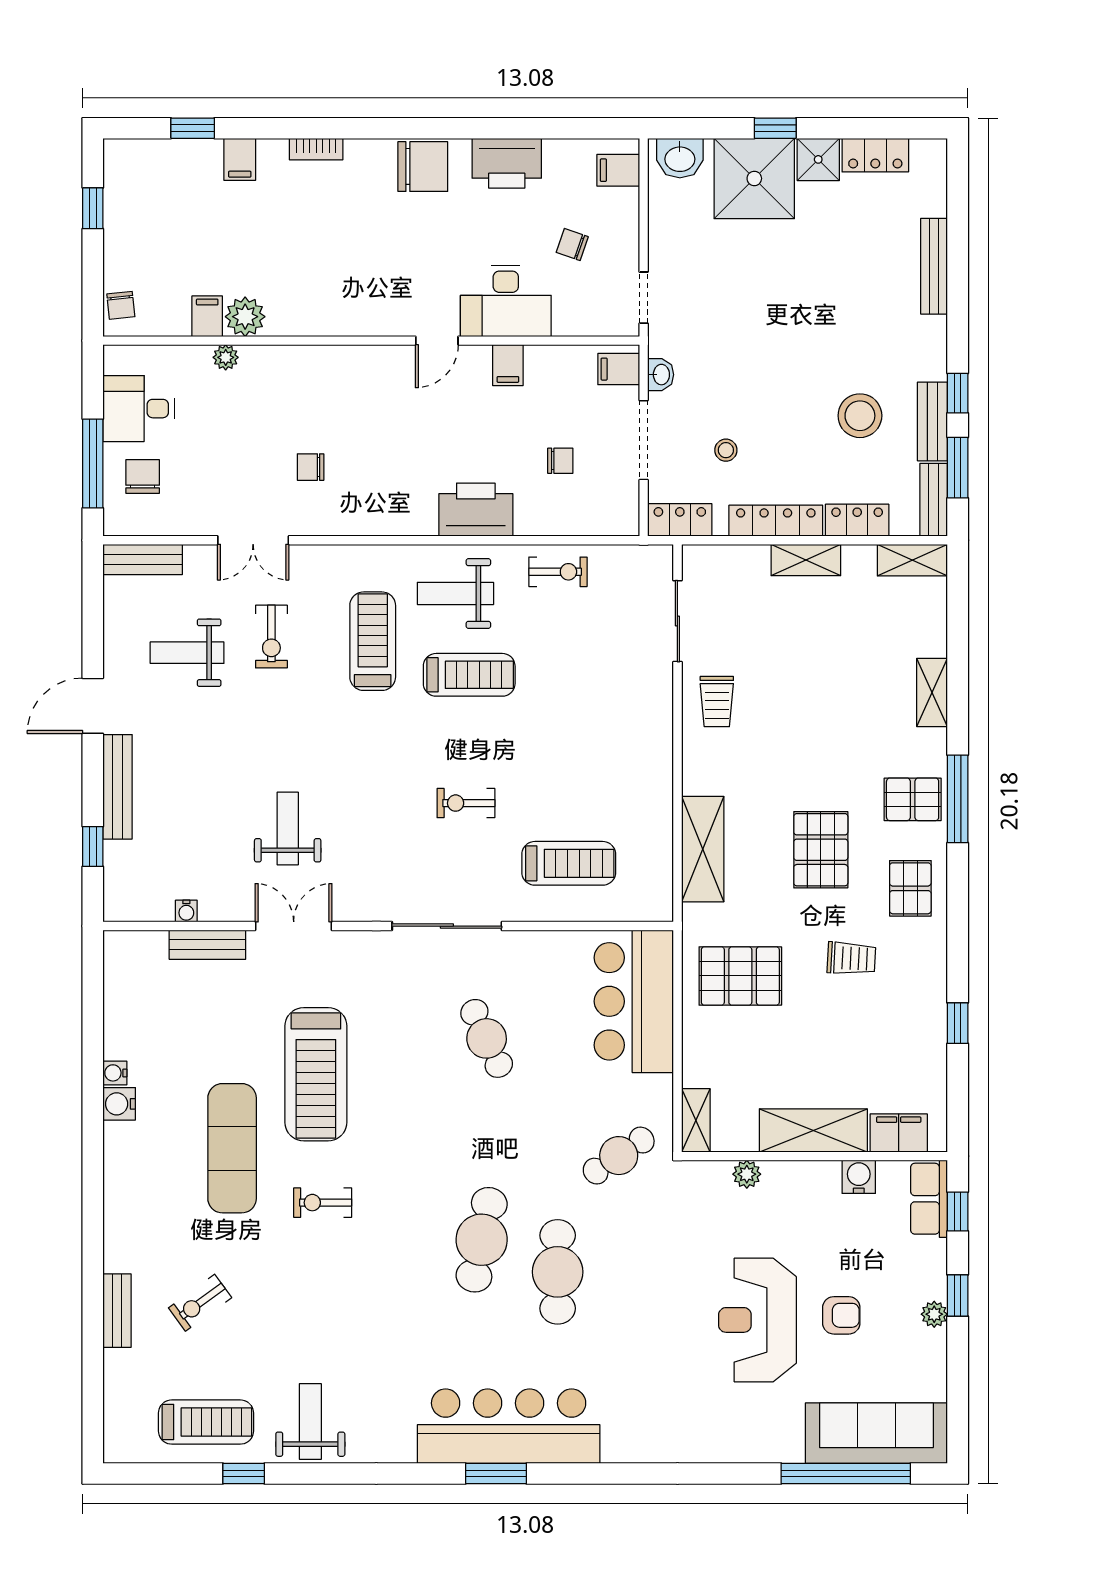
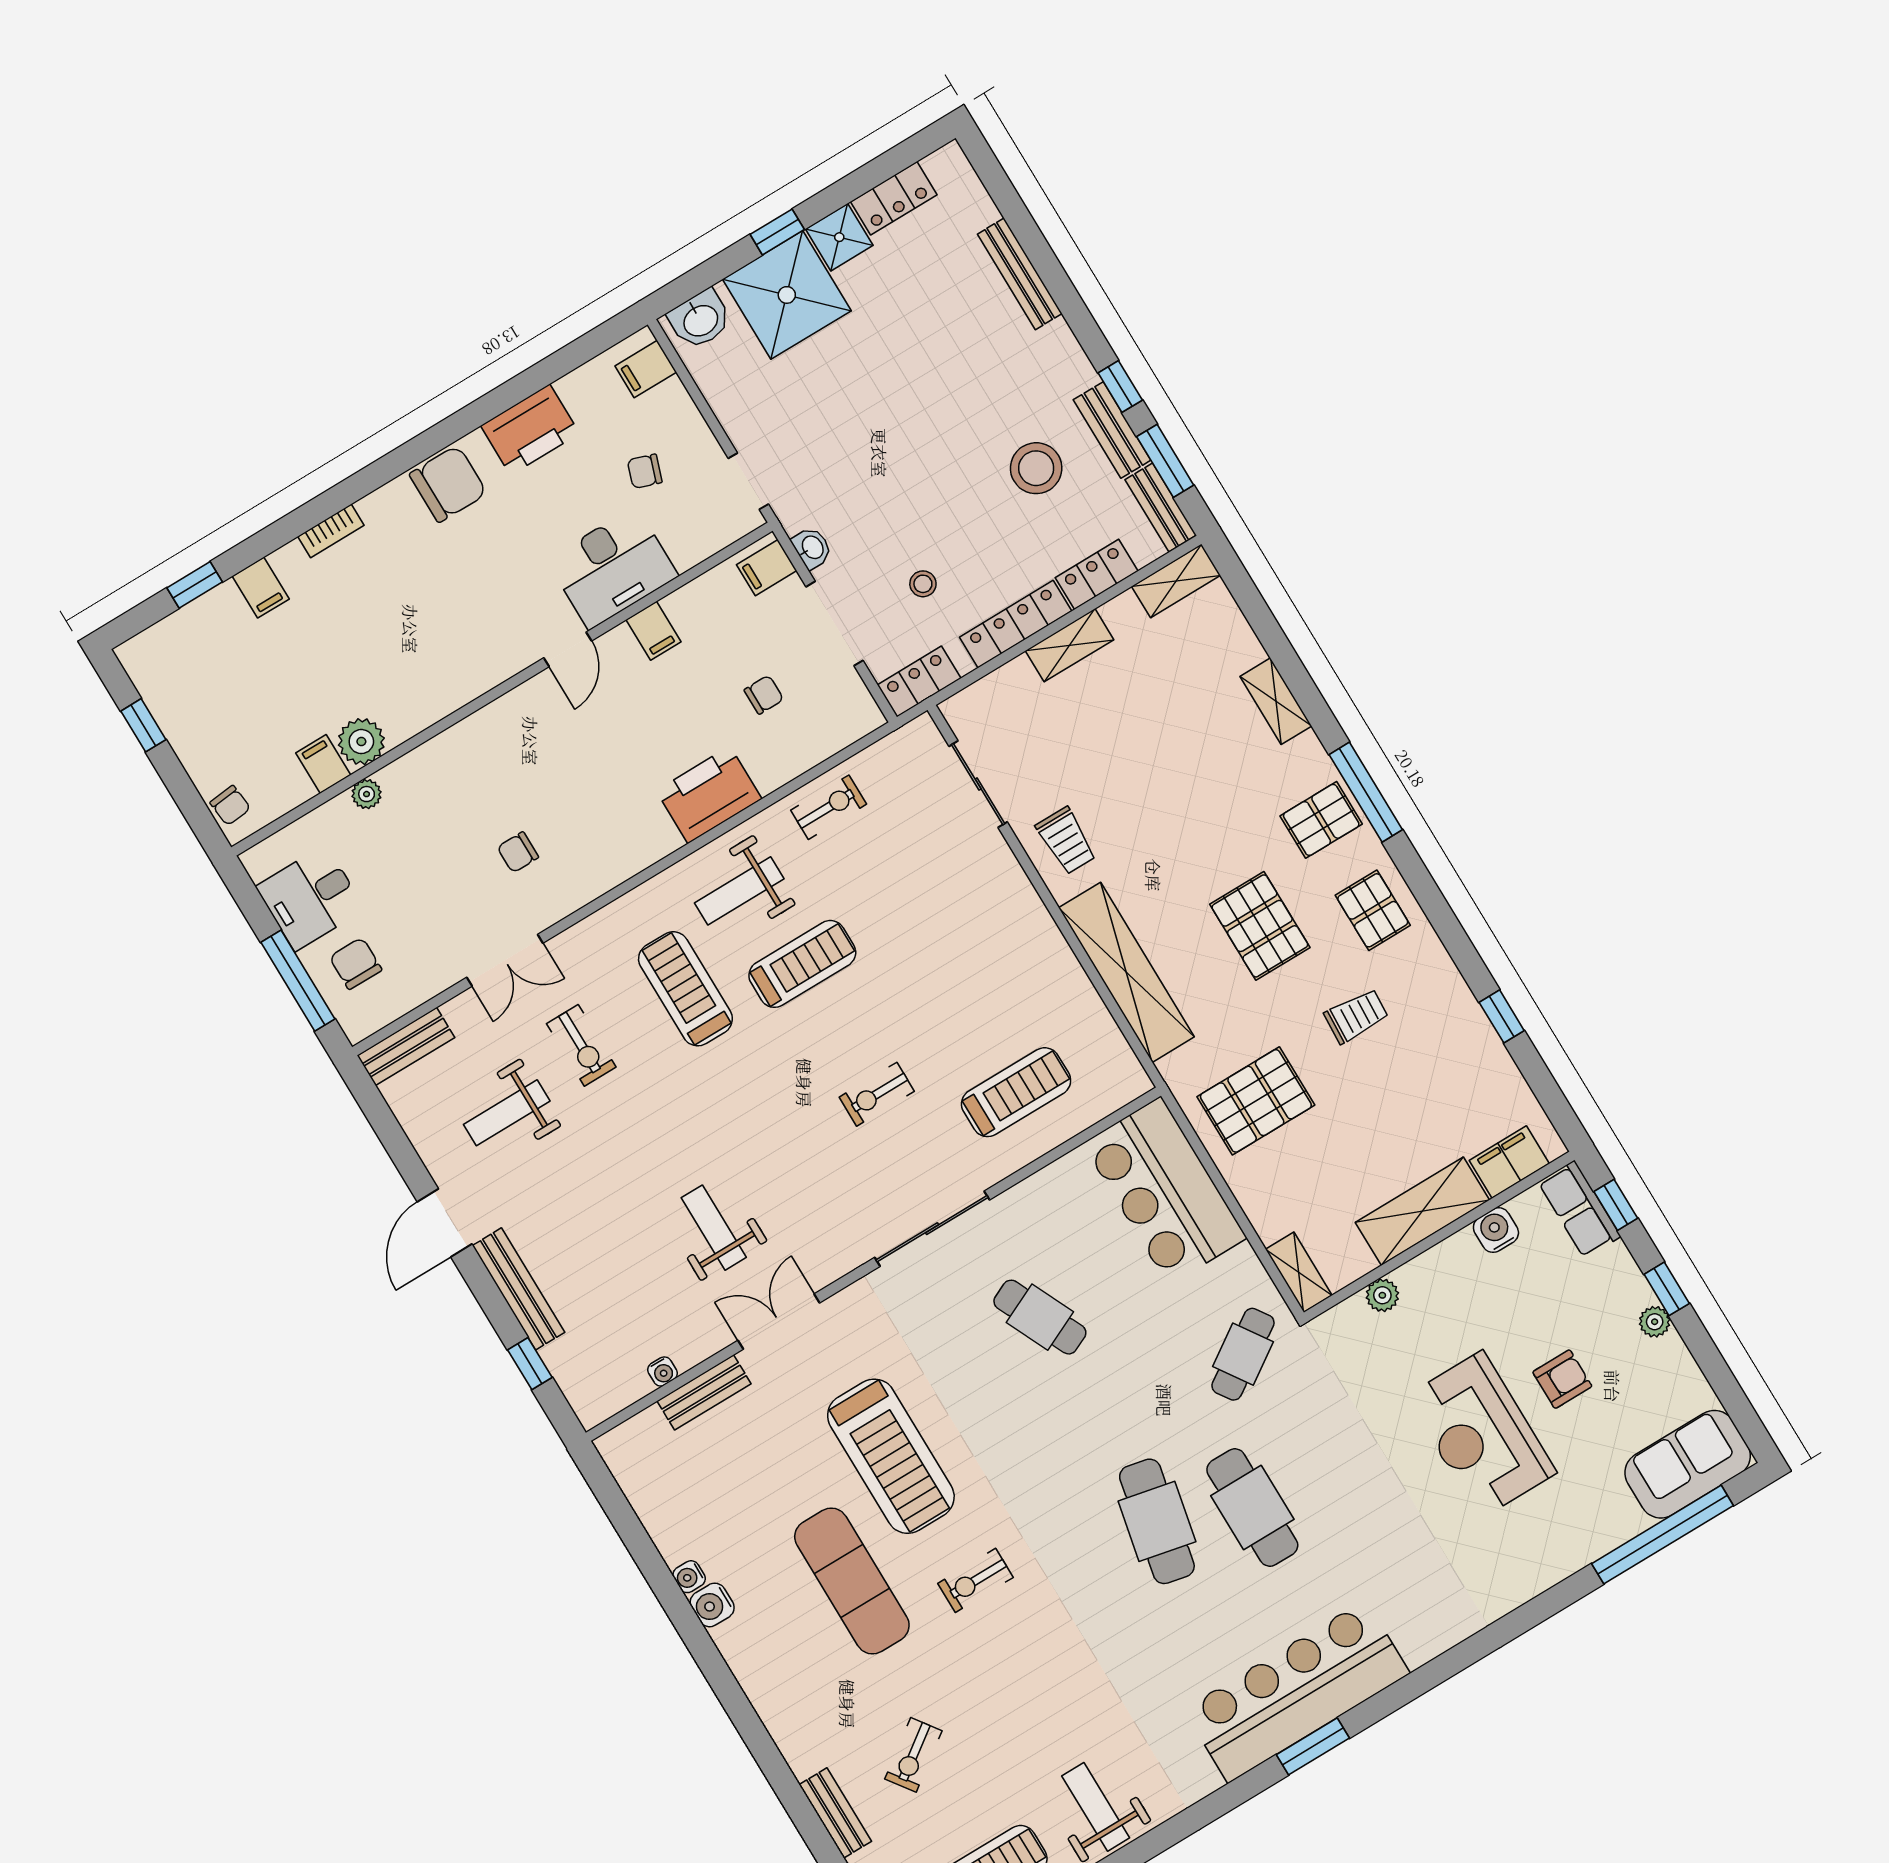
shelving: (703, 849) -> (1126, 972), width x1.47
sofa: (876, 1433) -> (1688, 1464), width x0.73

